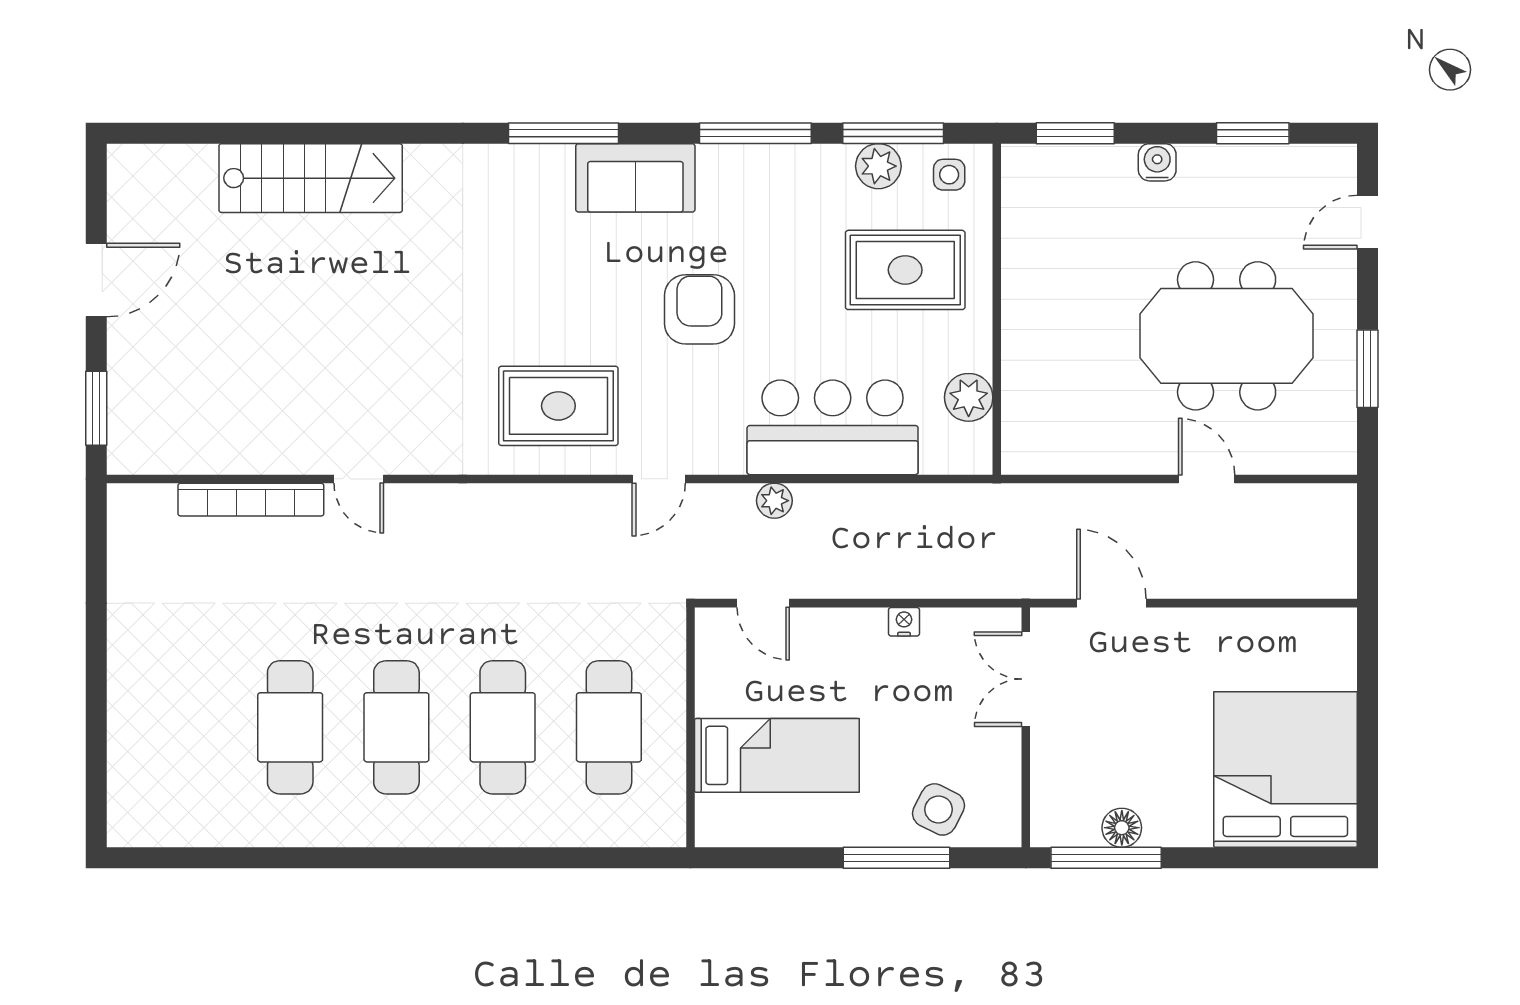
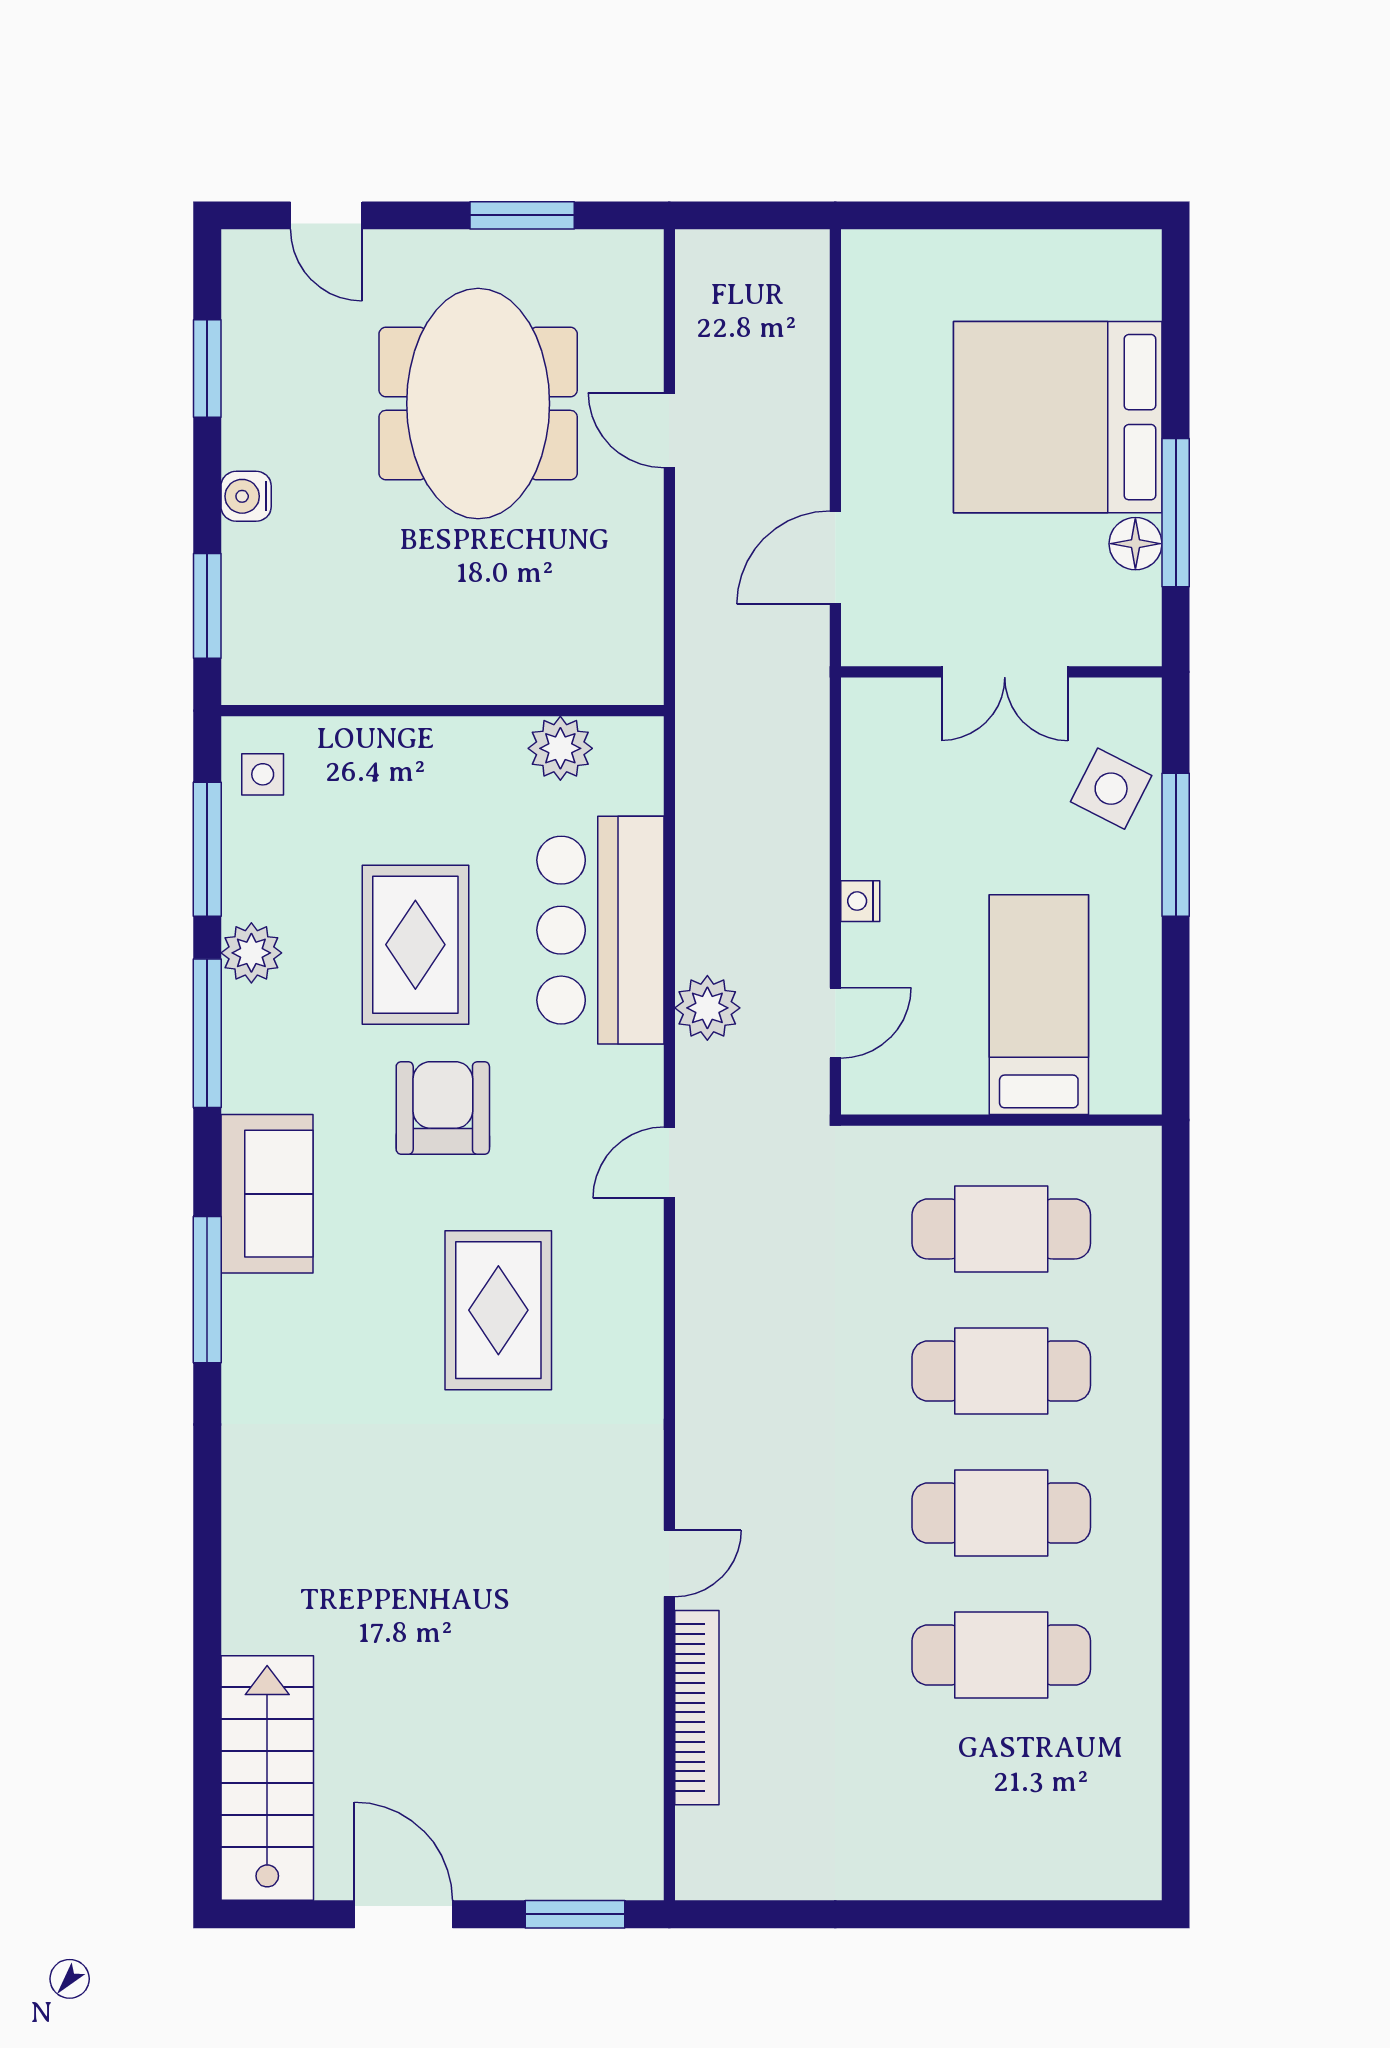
plant: (878, 166) -> (251, 953), moved
stairs: (311, 178) -> (267, 1778), moved
rug: (905, 270) -> (415, 945), moved
armchair: (699, 309) -> (443, 1108), turned 90
rug: (558, 406) -> (498, 1310), moved
door: (659, 479) -> (669, 1163), swing flipped
door: (1207, 479) -> (669, 430), hinge flipped
plant: (774, 501) -> (707, 1008), width x1.38, depth x1.38
nightstand: (904, 622) -> (860, 901), moved
double door: (1026, 679) -> (1005, 672), moved
bed: (1285, 770) -> (1058, 417), moved
window: (1106, 858) -> (1176, 513), moved

